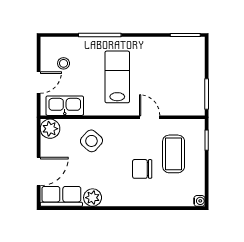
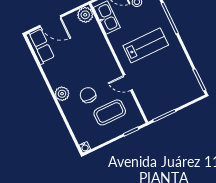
door: (150, 117) -> (128, 83), swing flipped
side table: (91, 141) -> (91, 49), removed
plant: (93, 198) -> (62, 94), moved

